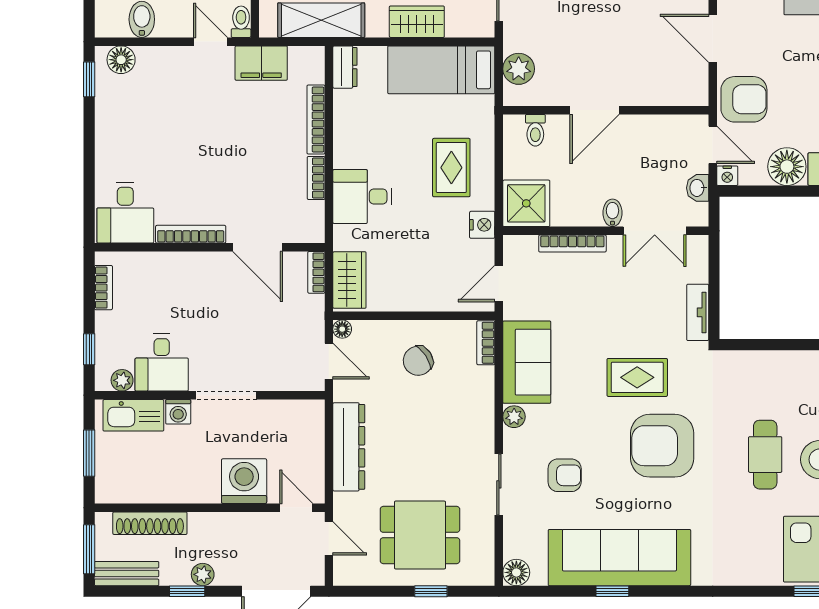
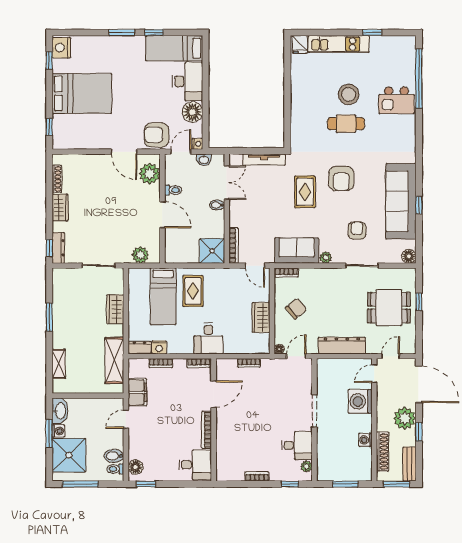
toilet: (241, 22) -> (115, 469), moved
door: (713, 38) -> (124, 152), hinge flipped
bed: (441, 70) -> (163, 296), moved
plant: (671, 86) -> (150, 174), added
armchair: (744, 99) -> (157, 135), turned -90
bookcase: (316, 119) -> (161, 363), width x0.64
toilet: (535, 130) -> (173, 190), moved
rug: (451, 168) -> (193, 291), turned 90
desk: (125, 213) -> (195, 465), moved
nightstand: (482, 225) -> (159, 347), moved, turned 180
bookcase: (191, 234) -> (207, 430), moved
bookcase: (572, 244) -> (233, 246), moved
wall: (210, 247) -> (214, 420), moved
door: (258, 247) -> (214, 394), moved
wardrobe: (349, 280) -> (261, 318), moved, turned -90
tv unit: (698, 312) -> (264, 160), width x1.41
chair: (418, 361) -> (296, 309), turned -97
washing machine: (178, 412) -> (365, 440), moved, turned 180
kitchen sink: (133, 415) -> (325, 460), removed
armchair: (662, 446) -> (341, 179), width x0.73, depth x0.73
dining table: (420, 535) -> (389, 308), turned 90
plant: (203, 574) -> (405, 418), width x1.87, depth x1.87

